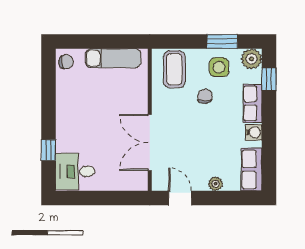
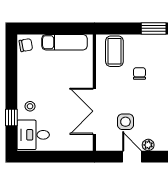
side table: (219, 67) -> (125, 122), moved
stool: (71, 137) -> (30, 106), added
door: (180, 198) -> (132, 157), moved

